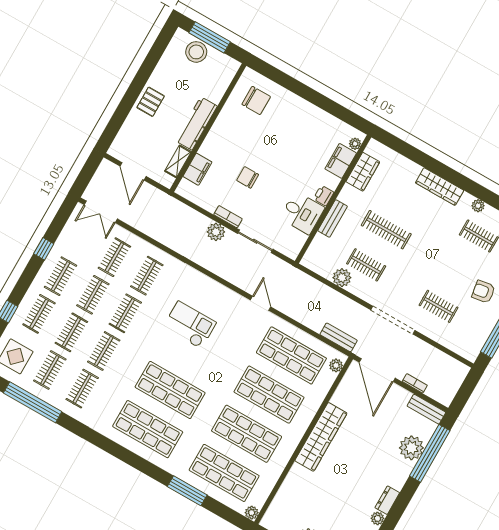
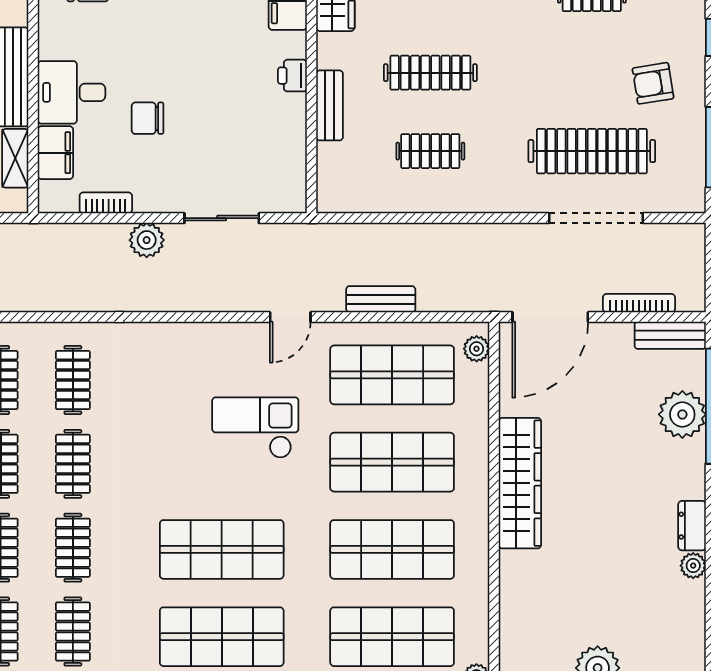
desk: (302, 213) -> (72, 92), moved, turned 180
bookcase: (228, 217) -> (106, 203), moved
plant: (342, 278) -> (402, 196), removed
door: (261, 303) -> (290, 317), swing flipped
clothes rail: (439, 306) -> (592, 151), width x1.86, depth x1.31
doorway: (393, 320) -> (596, 218), moved
checkout: (190, 325) -> (255, 428), moved
bench: (339, 337) -> (381, 299), moved
door: (377, 370) -> (550, 317), hinge flipped
bookcase: (415, 383) -> (639, 303), width x1.56

